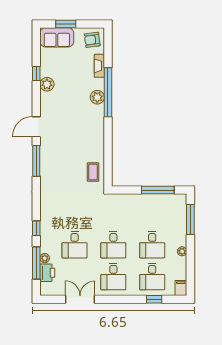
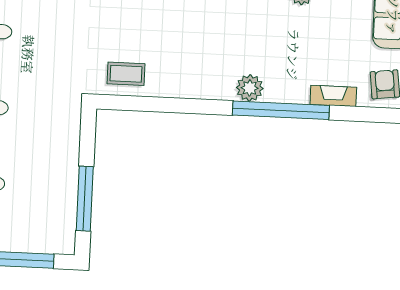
plant: (97, 97) -> (250, 88), moved

